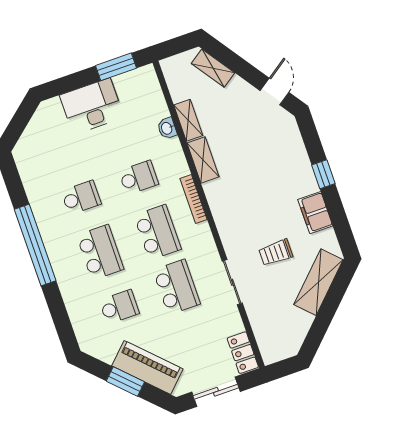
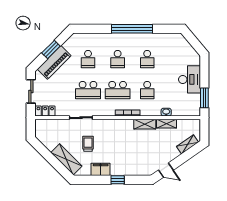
school desk: (100, 252) -> (118, 59), width x0.54

